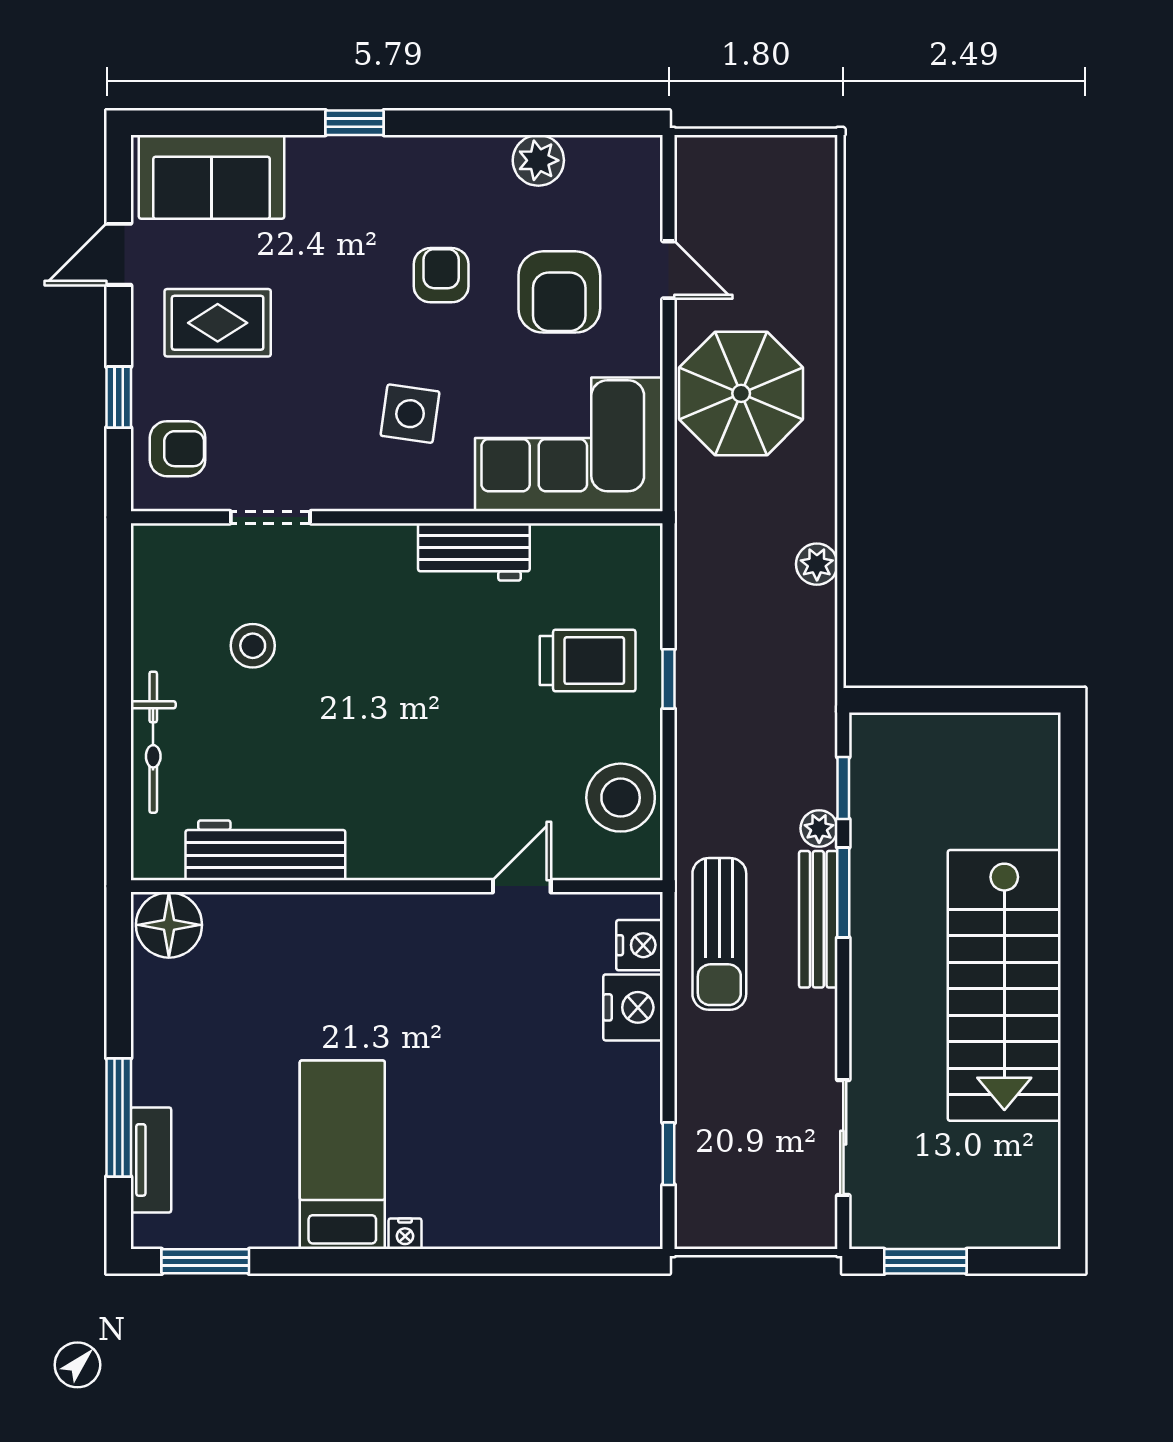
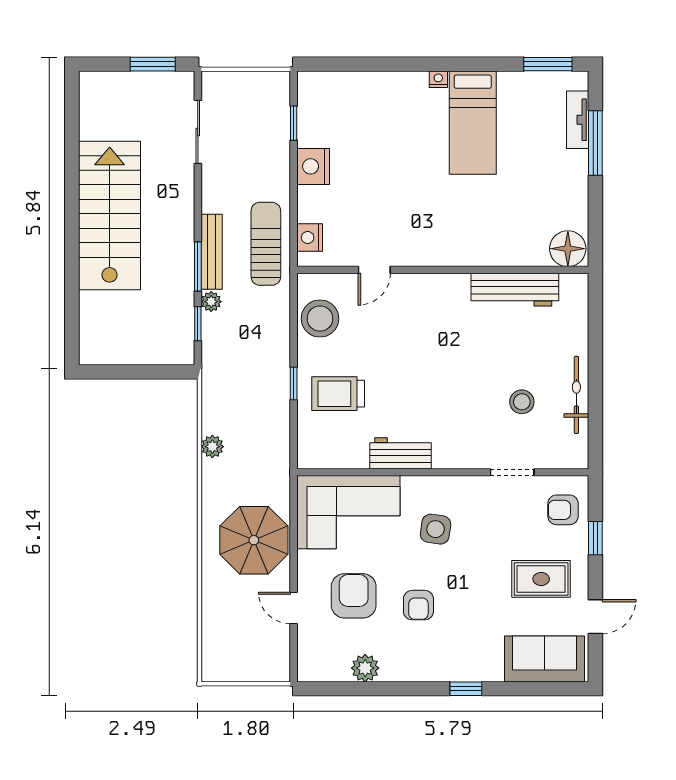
bicycle: (153, 742) -> (576, 395), moved
nightstand: (633, 1007) -> (313, 166), moved

